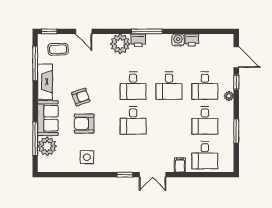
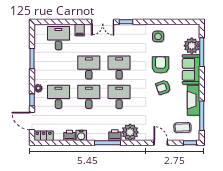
locker: (223, 40) -> (44, 136), added
desk: (205, 120) -> (89, 67), moved
armchair: (84, 124) -> (160, 65), turned -90
double door: (153, 175) -> (103, 22), swing flipped

